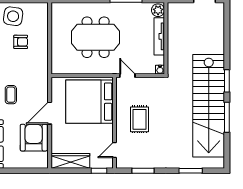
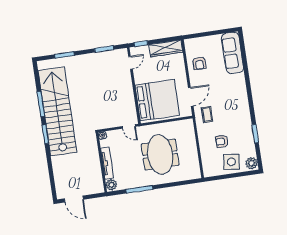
meeting table: (96, 37) -> (160, 154), turned 90
coffee table: (11, 95) -> (207, 114), moved
door: (50, 113) -> (191, 97), moved
rug: (139, 119) -> (113, 92), removed
armchair: (34, 138) -> (199, 63), width x0.53, depth x0.53

